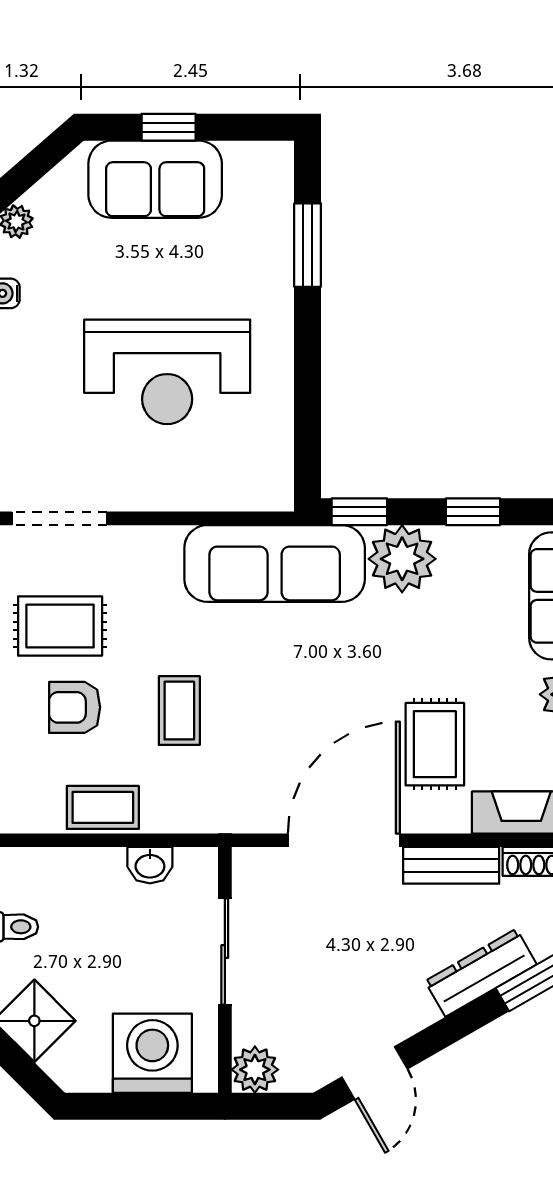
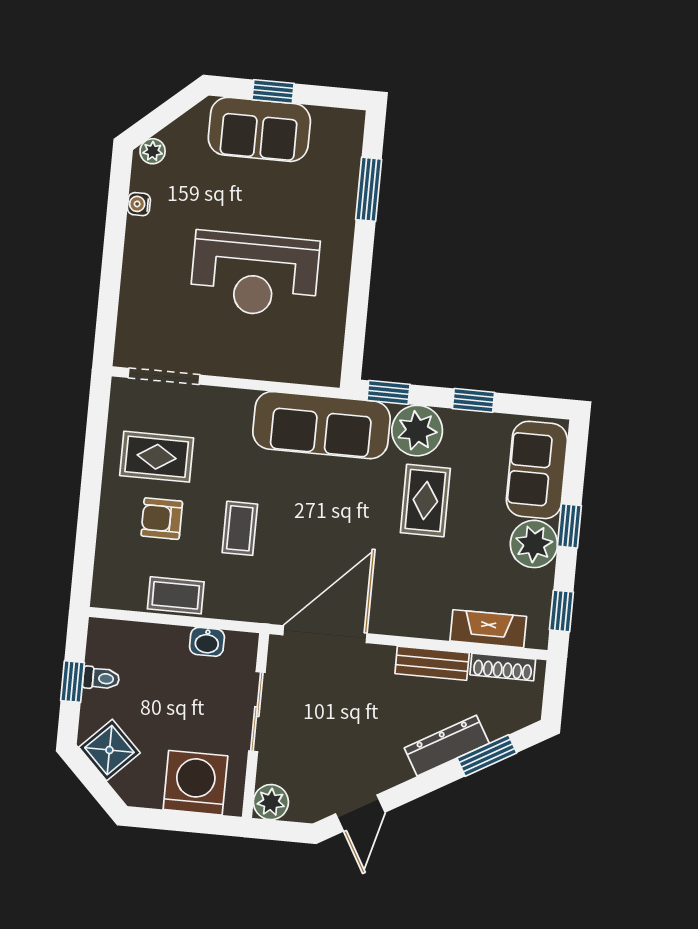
rug: (435, 744) -> (425, 501), moved
door: (344, 840) -> (325, 634), moved

